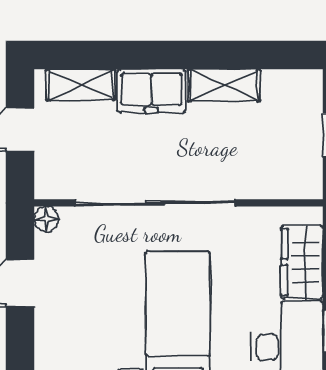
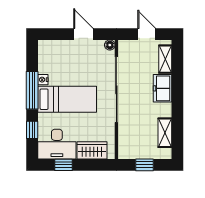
shelving: (224, 85) -> (165, 133), moved

